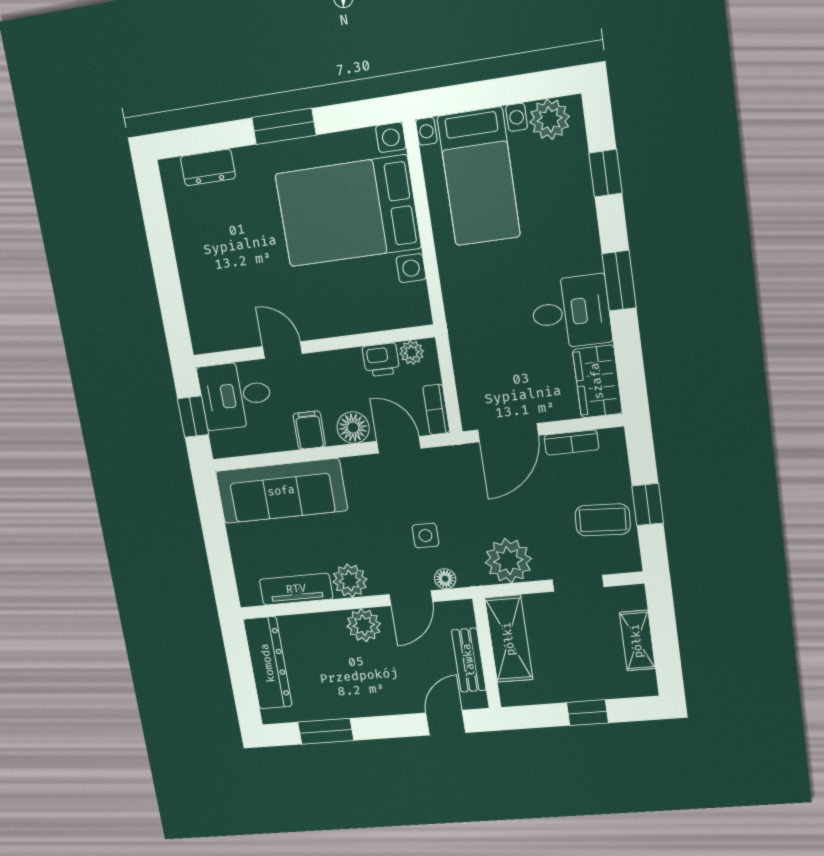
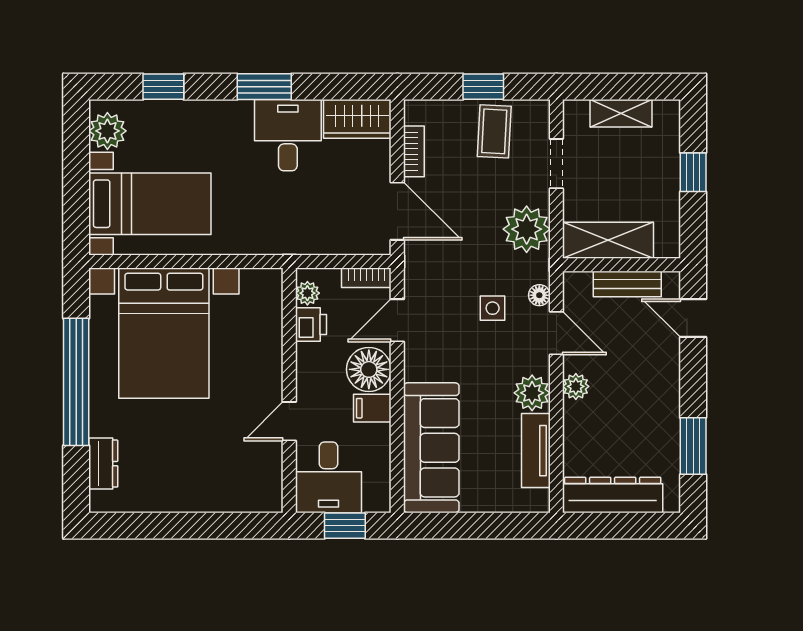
window: (284, 126) -> (76, 382), width x2.11
floor lamp: (353, 428) -> (369, 369), width x1.38, depth x1.38
plant: (364, 625) -> (576, 386), width x0.73, depth x0.73

